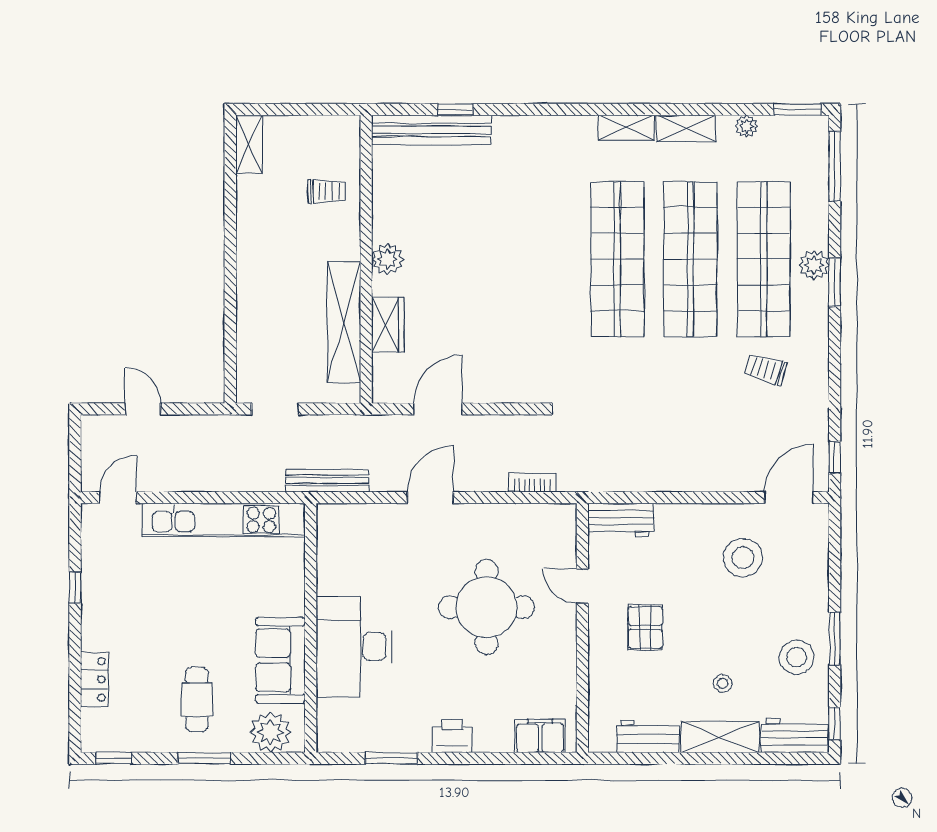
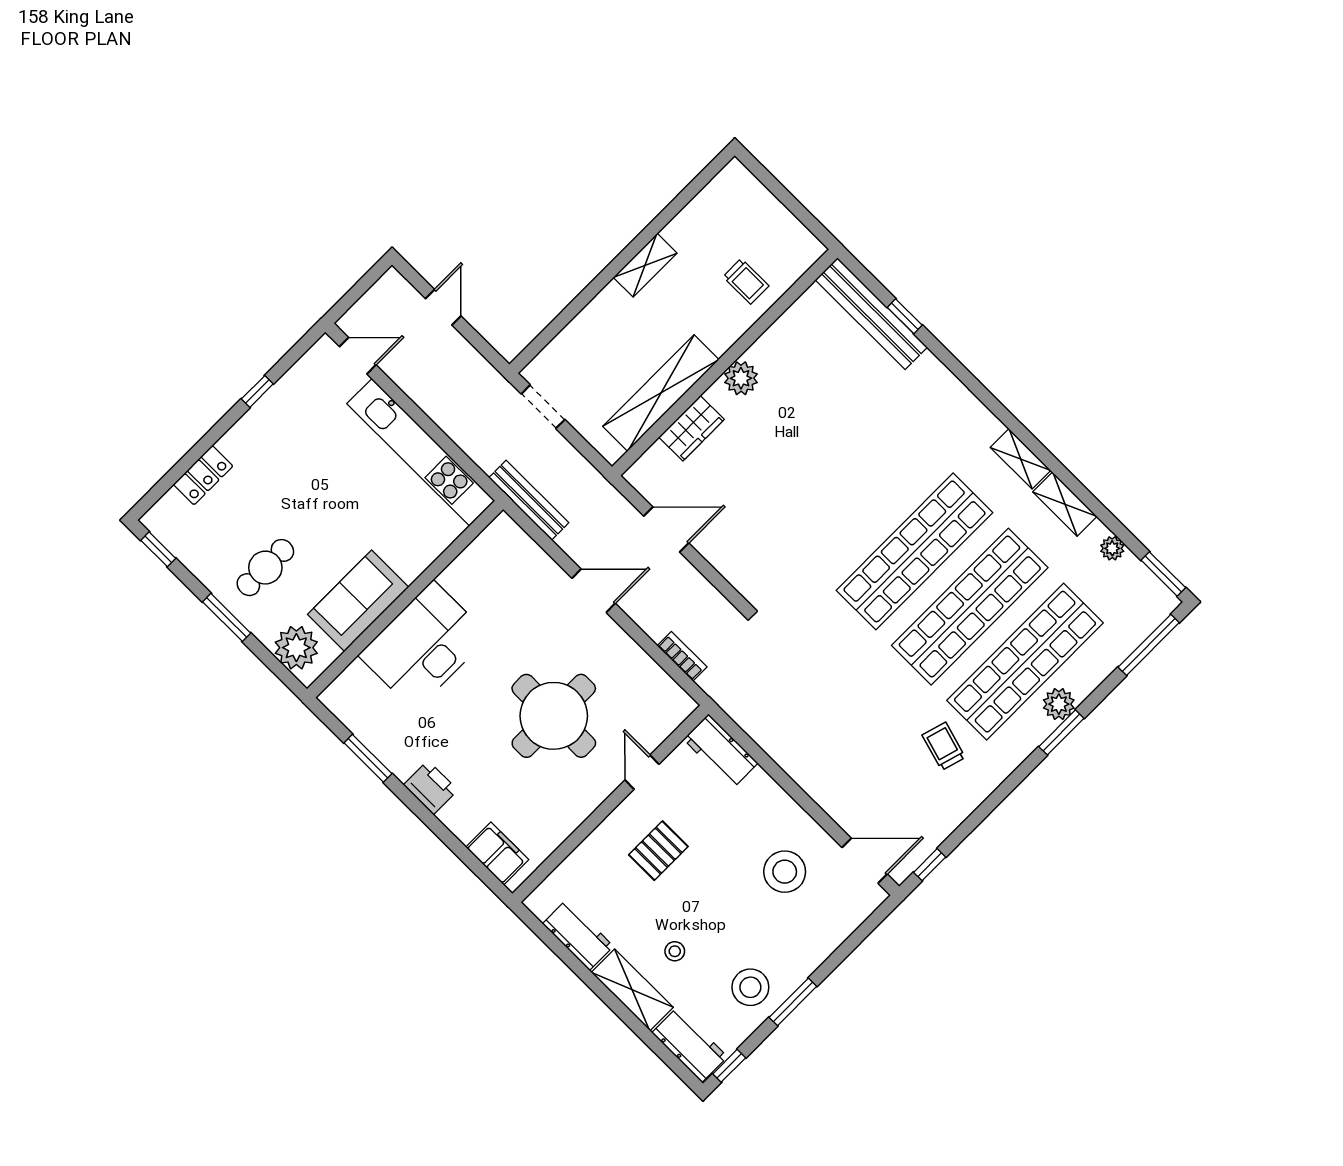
shelving: (249, 144) -> (645, 265), moved

